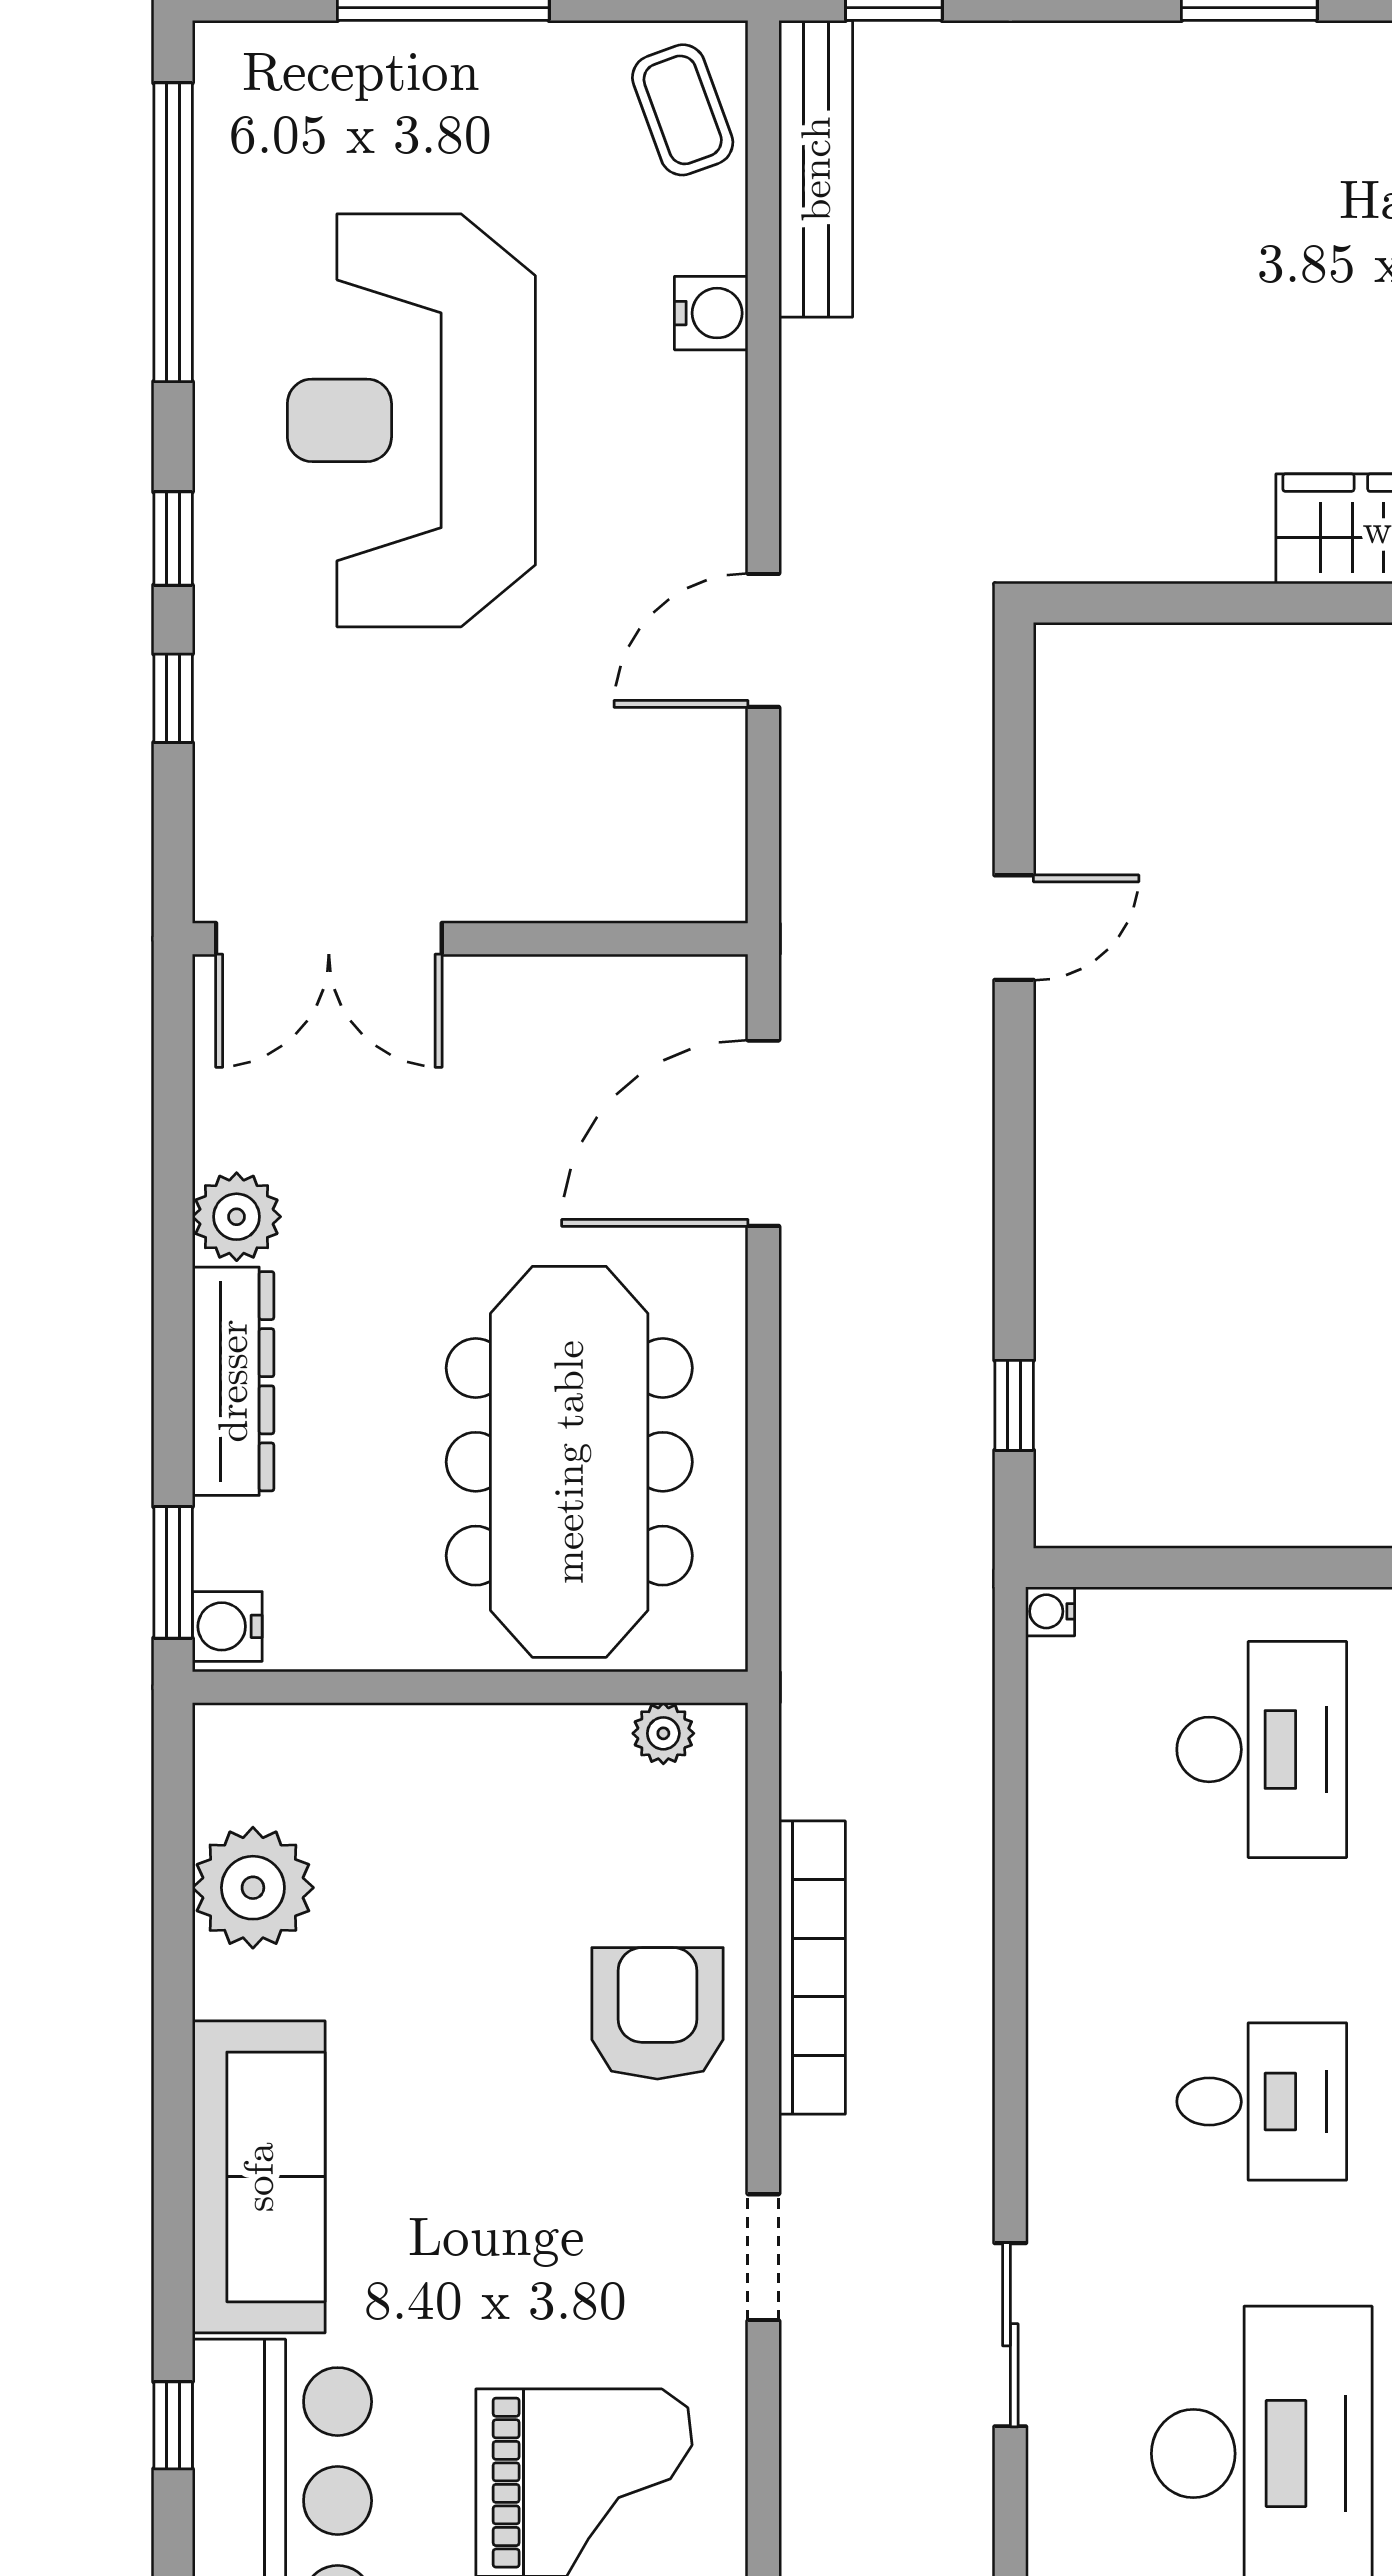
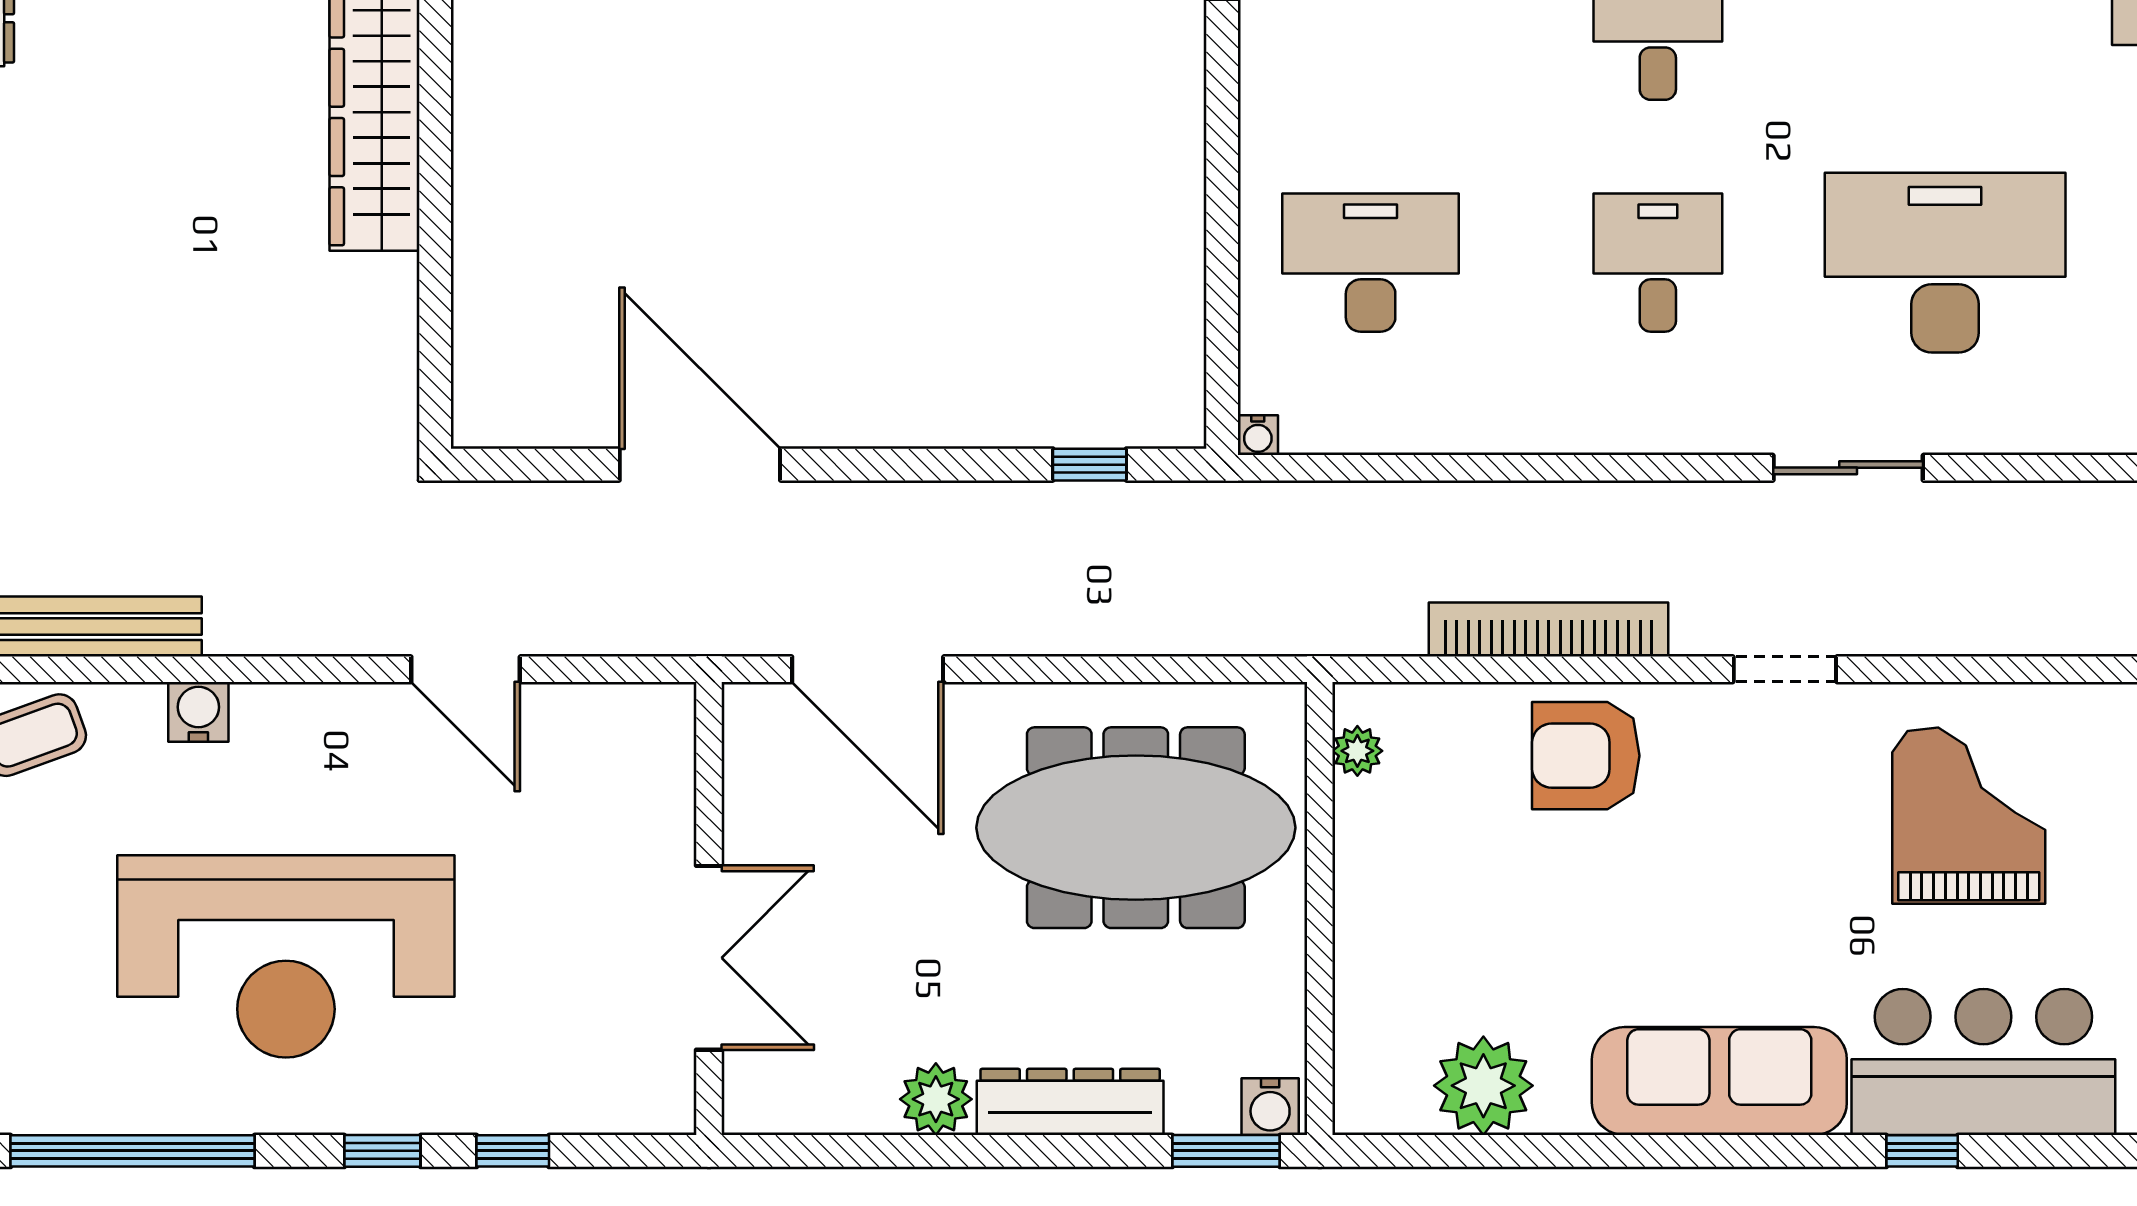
door: (1014, 928) -> (700, 465), width x1.87
double door: (329, 939) -> (709, 958), moved

